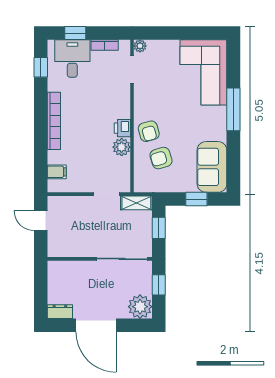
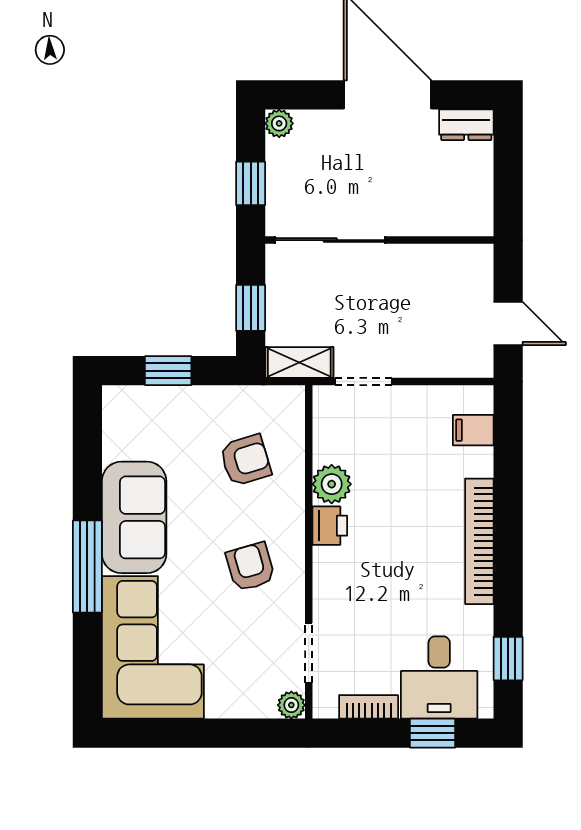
armchair: (149, 131) -> (251, 567), moved
sofa: (212, 167) -> (134, 517), moved
plant: (140, 307) -> (279, 123), width x0.53, depth x0.53

